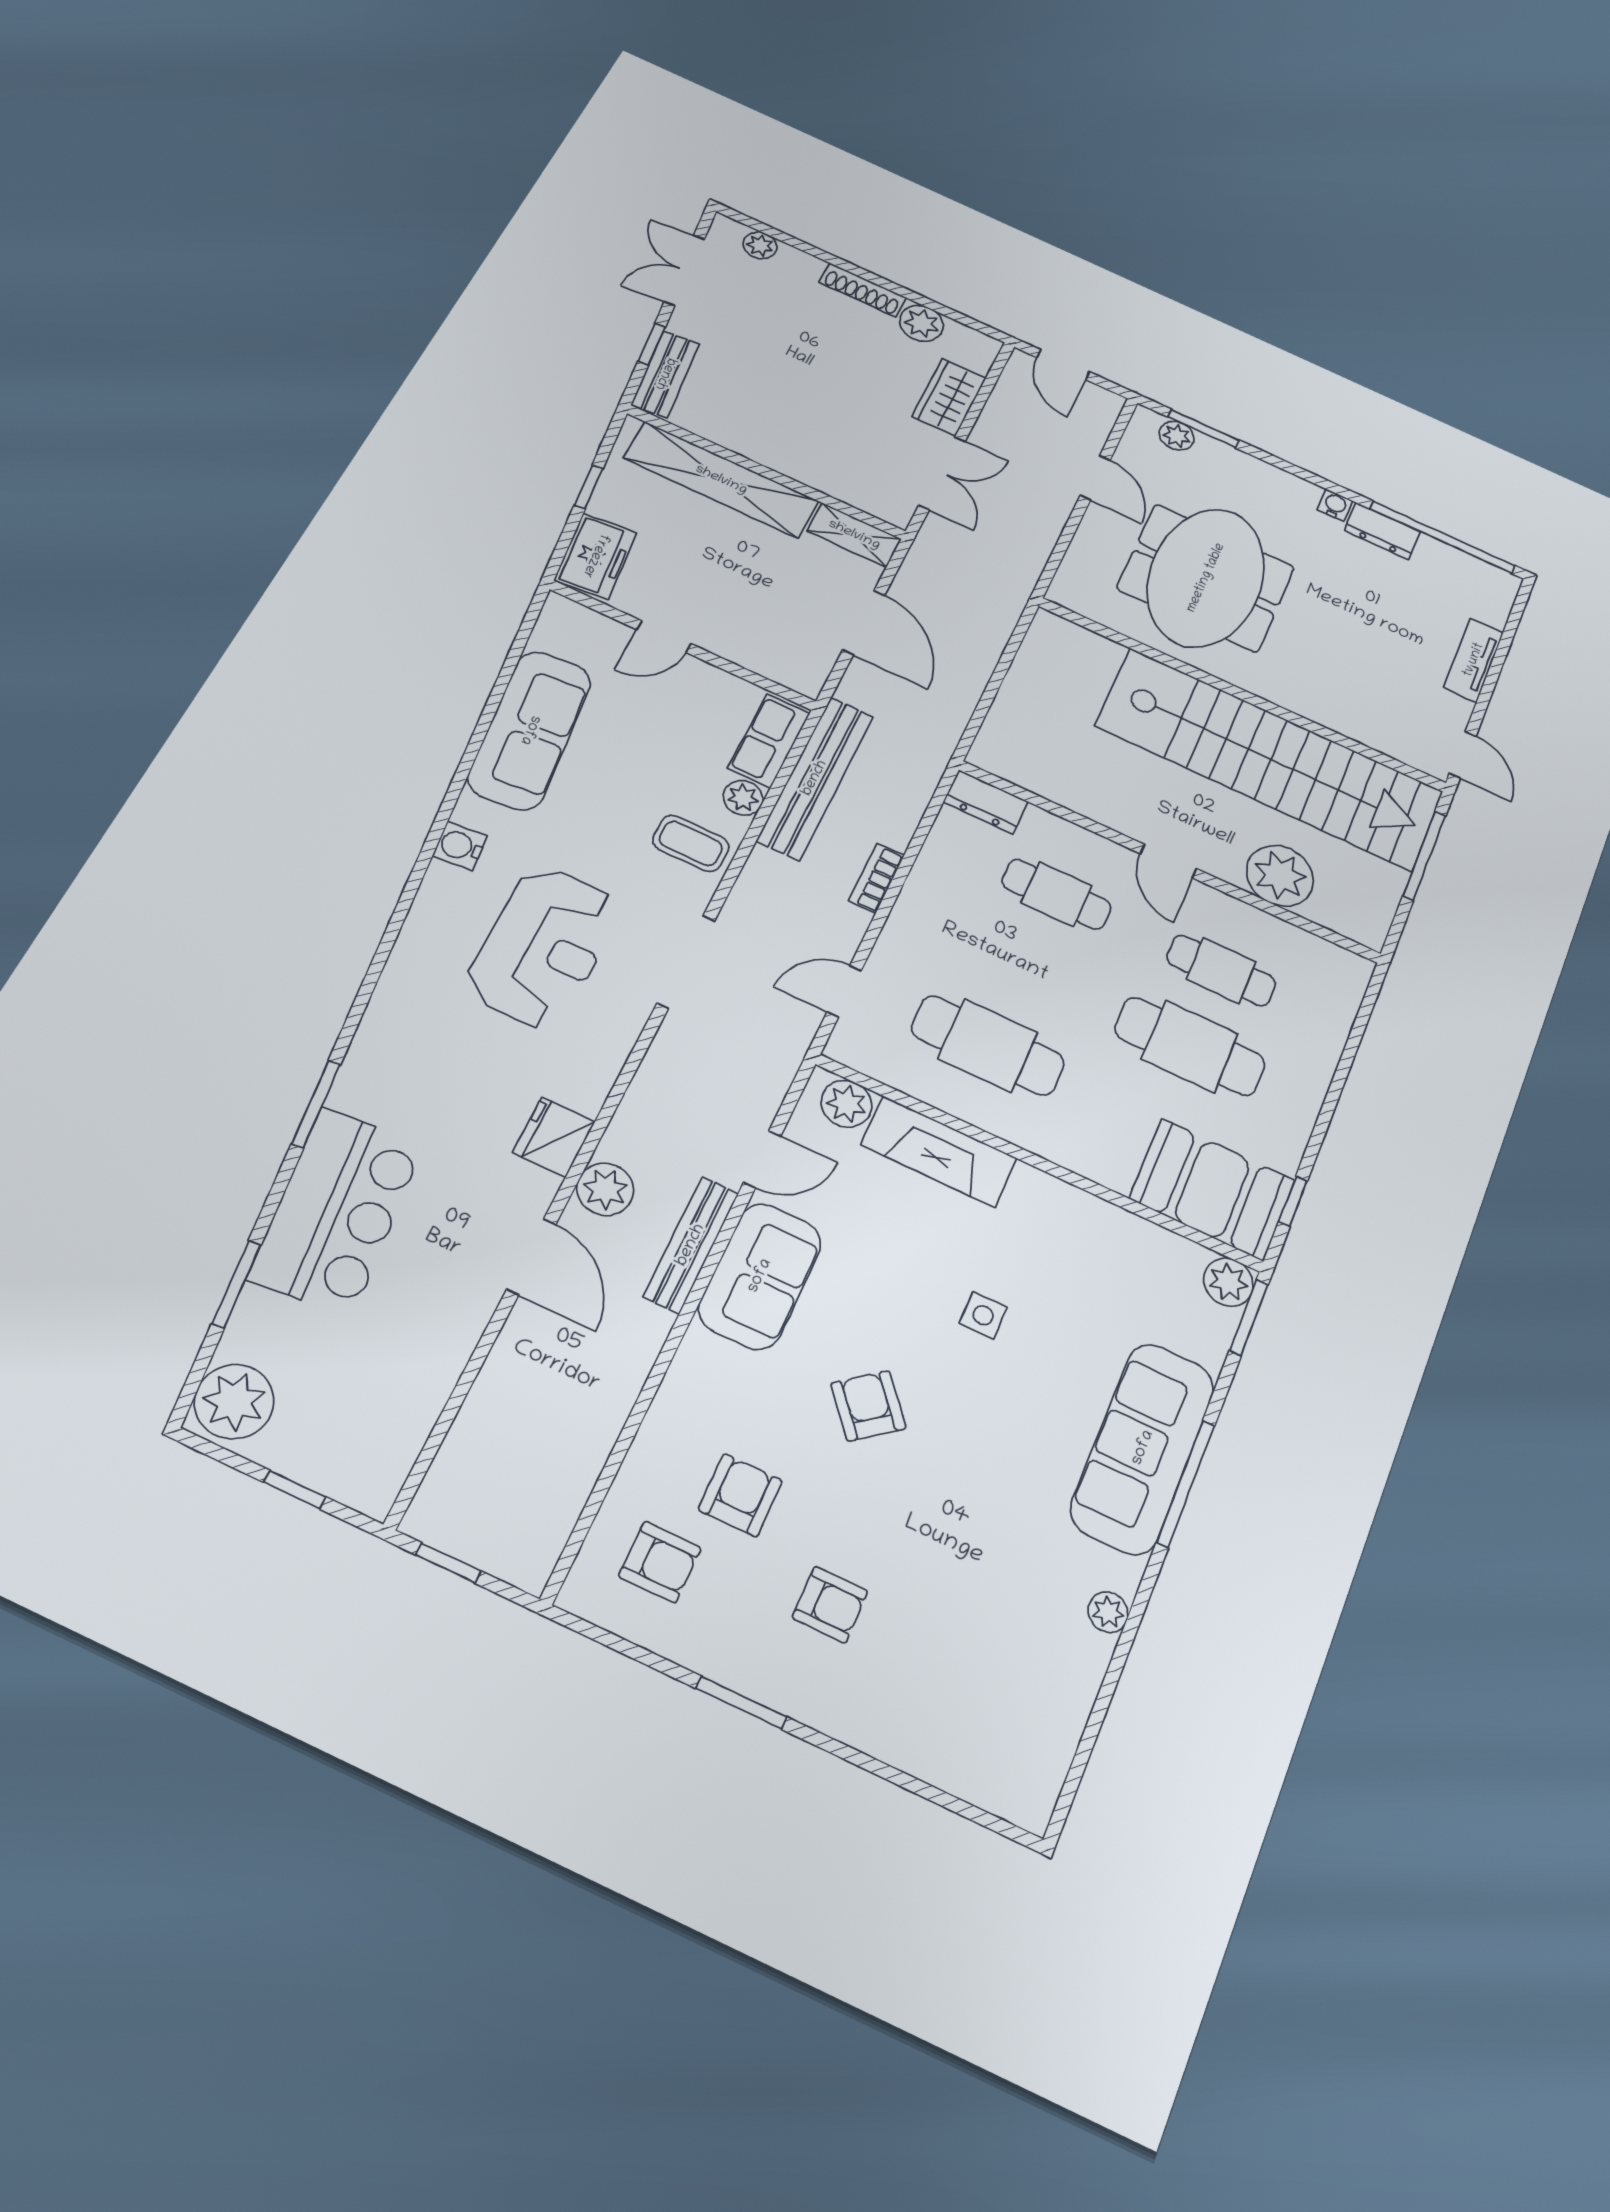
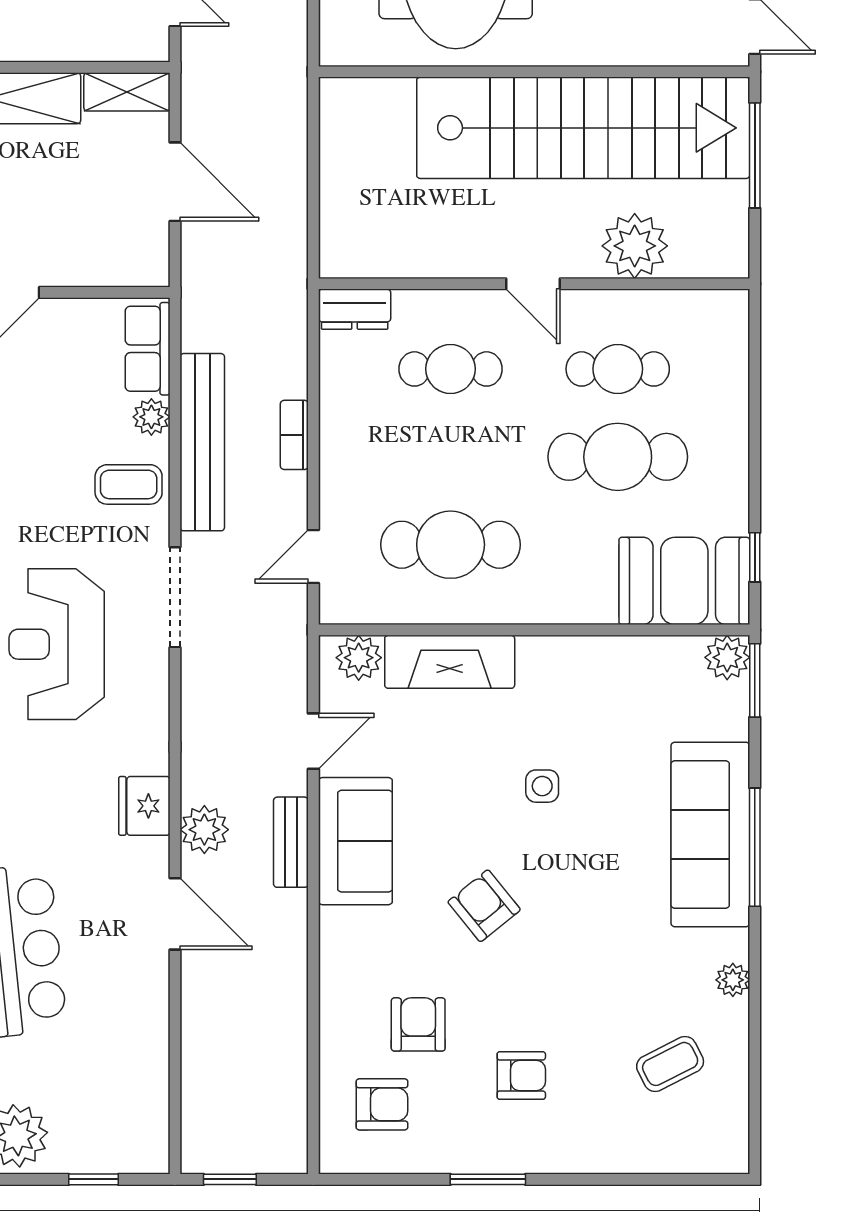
bench: (815, 778) -> (202, 442), moved
reception desk: (543, 947) -> (57, 644), turned 180
bench: (691, 1245) -> (291, 842), width x0.73
coffee table: (1002, 1671) -> (670, 1064), added

